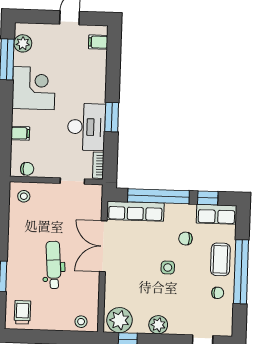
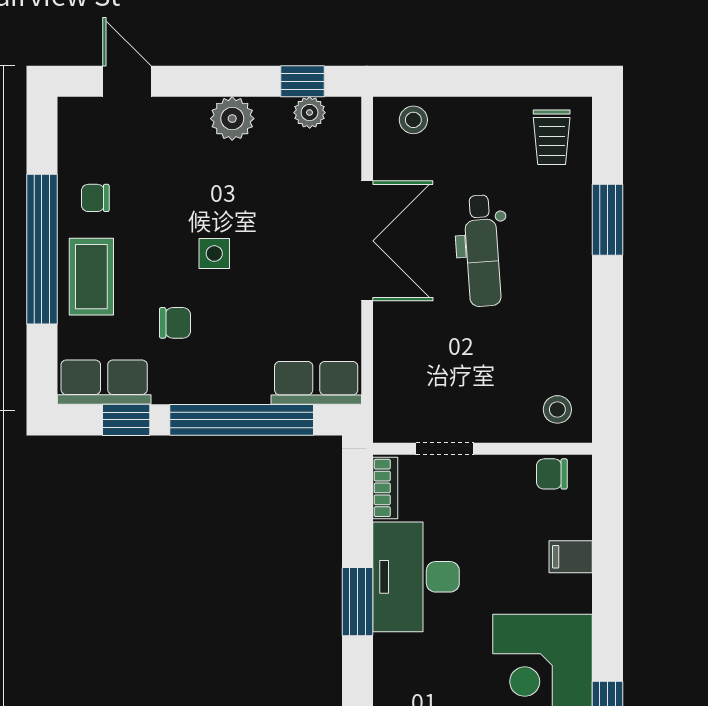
row of seats: (135, 211) -> (316, 383), width x0.68
double door: (103, 246) -> (367, 241), moved
plant: (119, 320) -> (310, 113), width x0.53, depth x0.53

